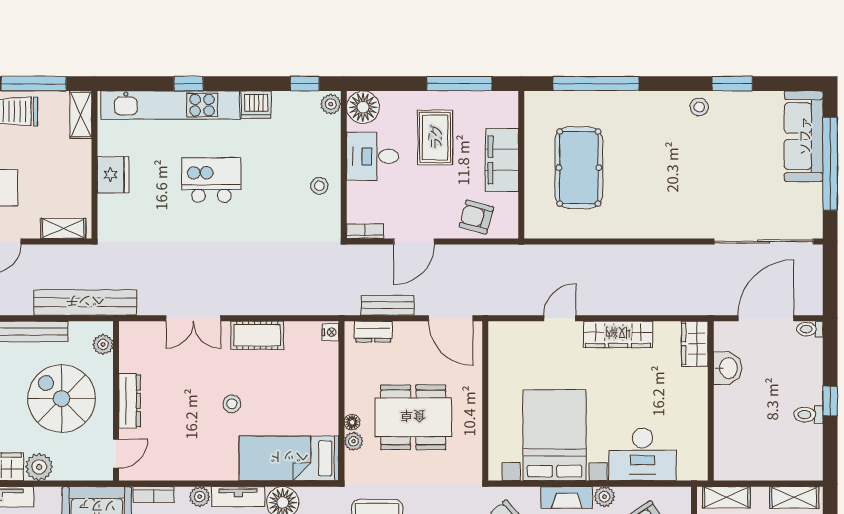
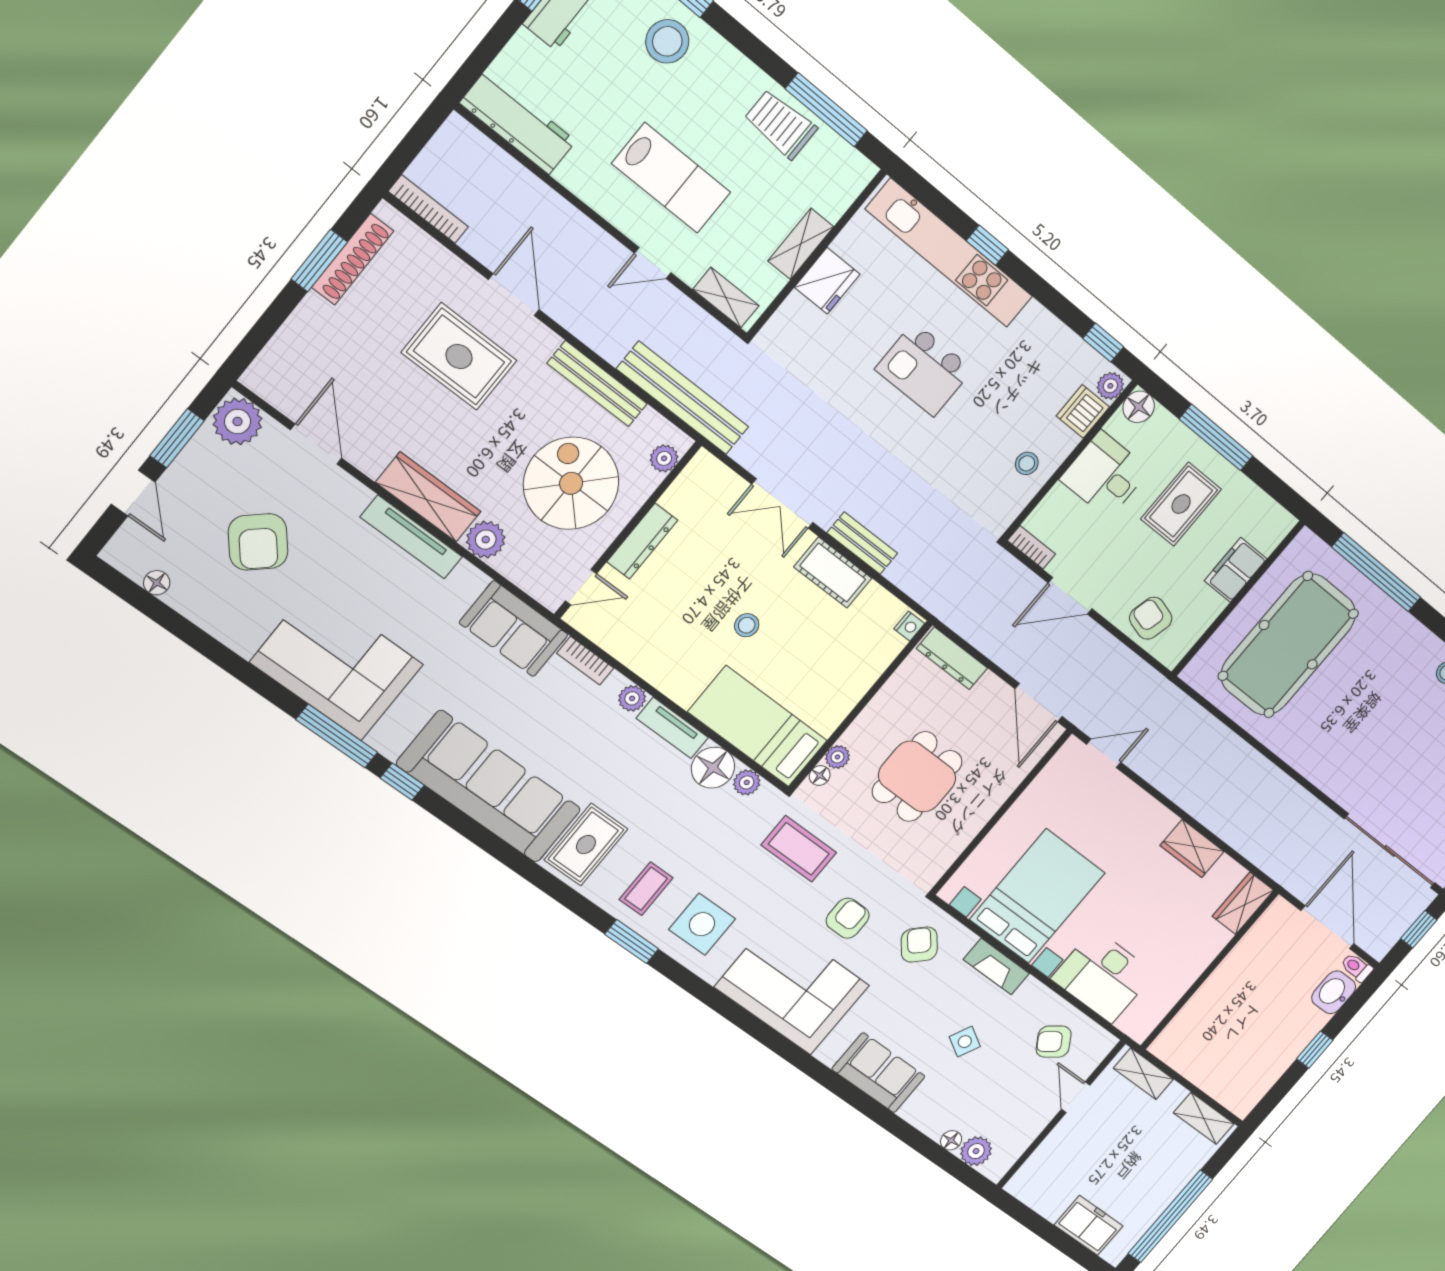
window: (459, 84) -> (1216, 437), moved
dishwasher: (256, 105) -> (1083, 411), moved, turned 90
floor lamp: (363, 107) -> (1139, 407), width x0.73, depth x0.73
shelving: (81, 115) -> (801, 244), moved
filing cabinet: (502, 160) -> (1236, 570), width x0.67, depth x0.86
pool table: (579, 168) -> (1288, 645), width x1.36, depth x1.32
kitchen island: (211, 180) -> (924, 369), turned 180
window: (830, 275) -> (1419, 929), added
bench: (387, 305) -> (862, 543), moved
door: (560, 318) -> (1104, 753), moved
door: (766, 318) -> (1327, 927), hinge flipped
dresser: (373, 332) -> (952, 658), width x1.44
wardrobe: (618, 334) -> (1192, 849), width x0.67
washbasin: (728, 368) -> (1334, 992), moved, turned 180
toilet: (809, 415) -> (1285, 1048), removed
dining table: (413, 417) -> (917, 777), width x0.73
floor lamp: (352, 422) -> (820, 775), moved
plant: (604, 497) -> (747, 782), moved

